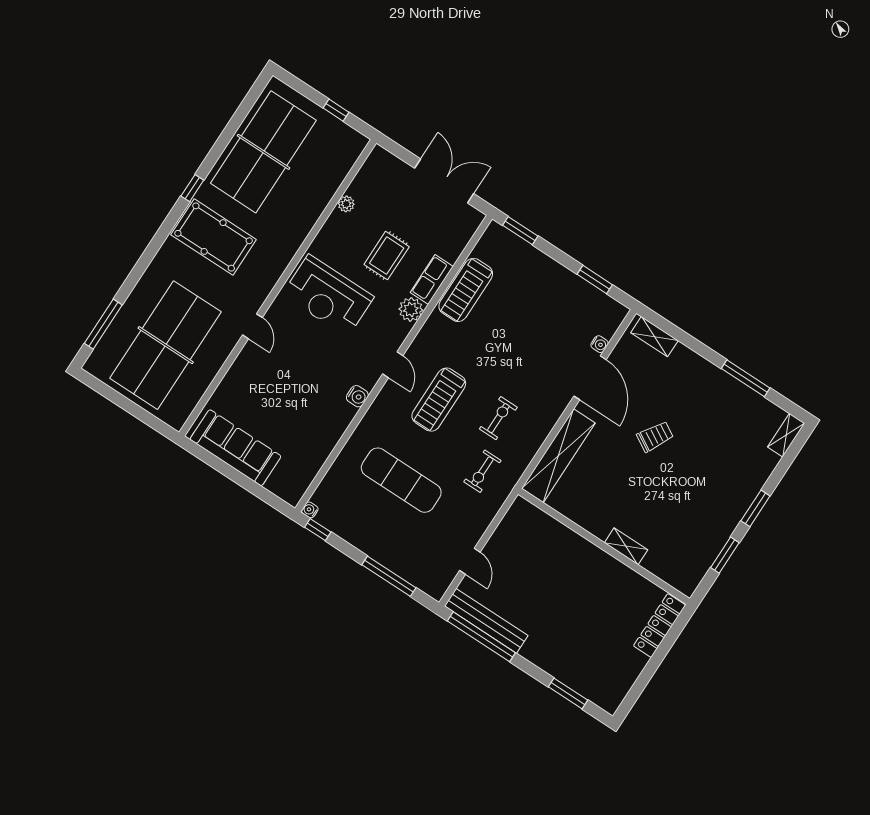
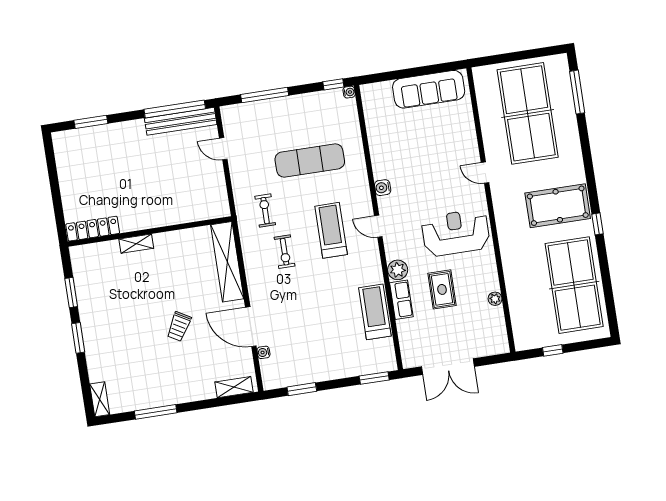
locker: (660, 625) -> (93, 229), moved, turned -90

